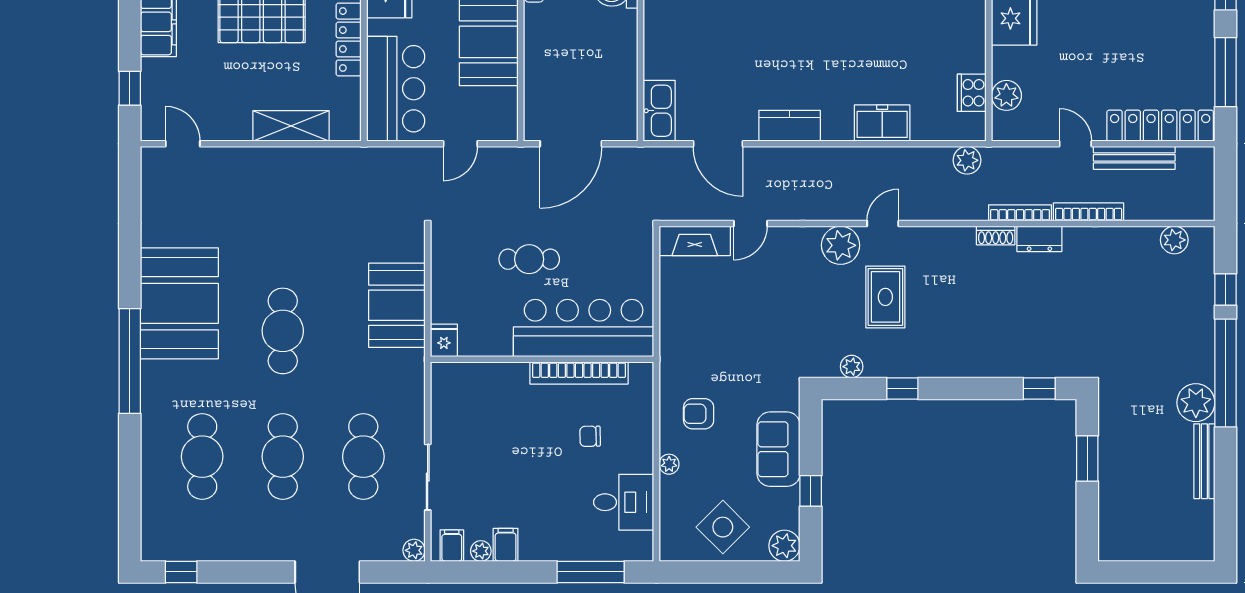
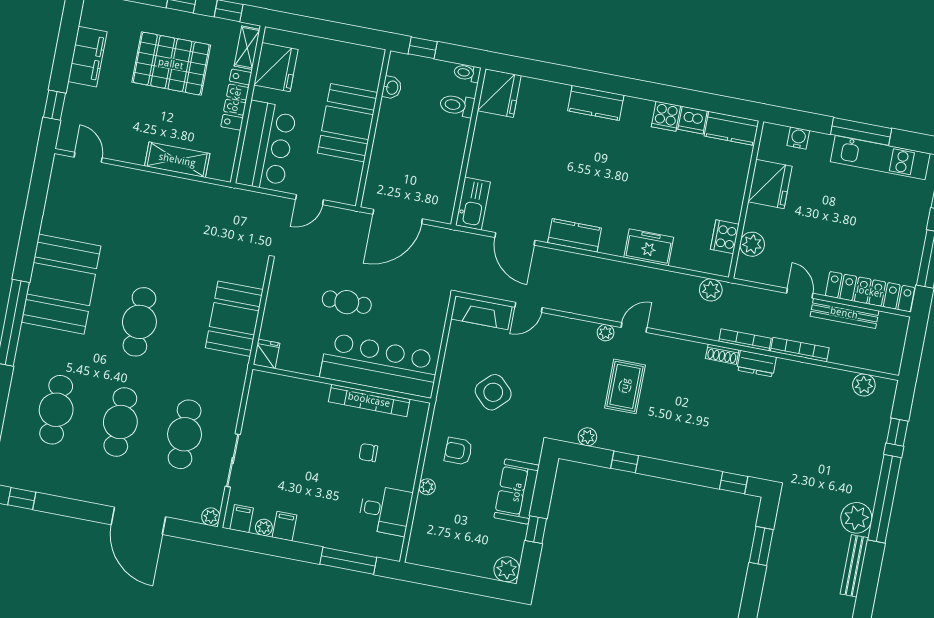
plant: (841, 245) -> (606, 333), width x0.53, depth x0.53
side table: (723, 527) -> (493, 392), moved

